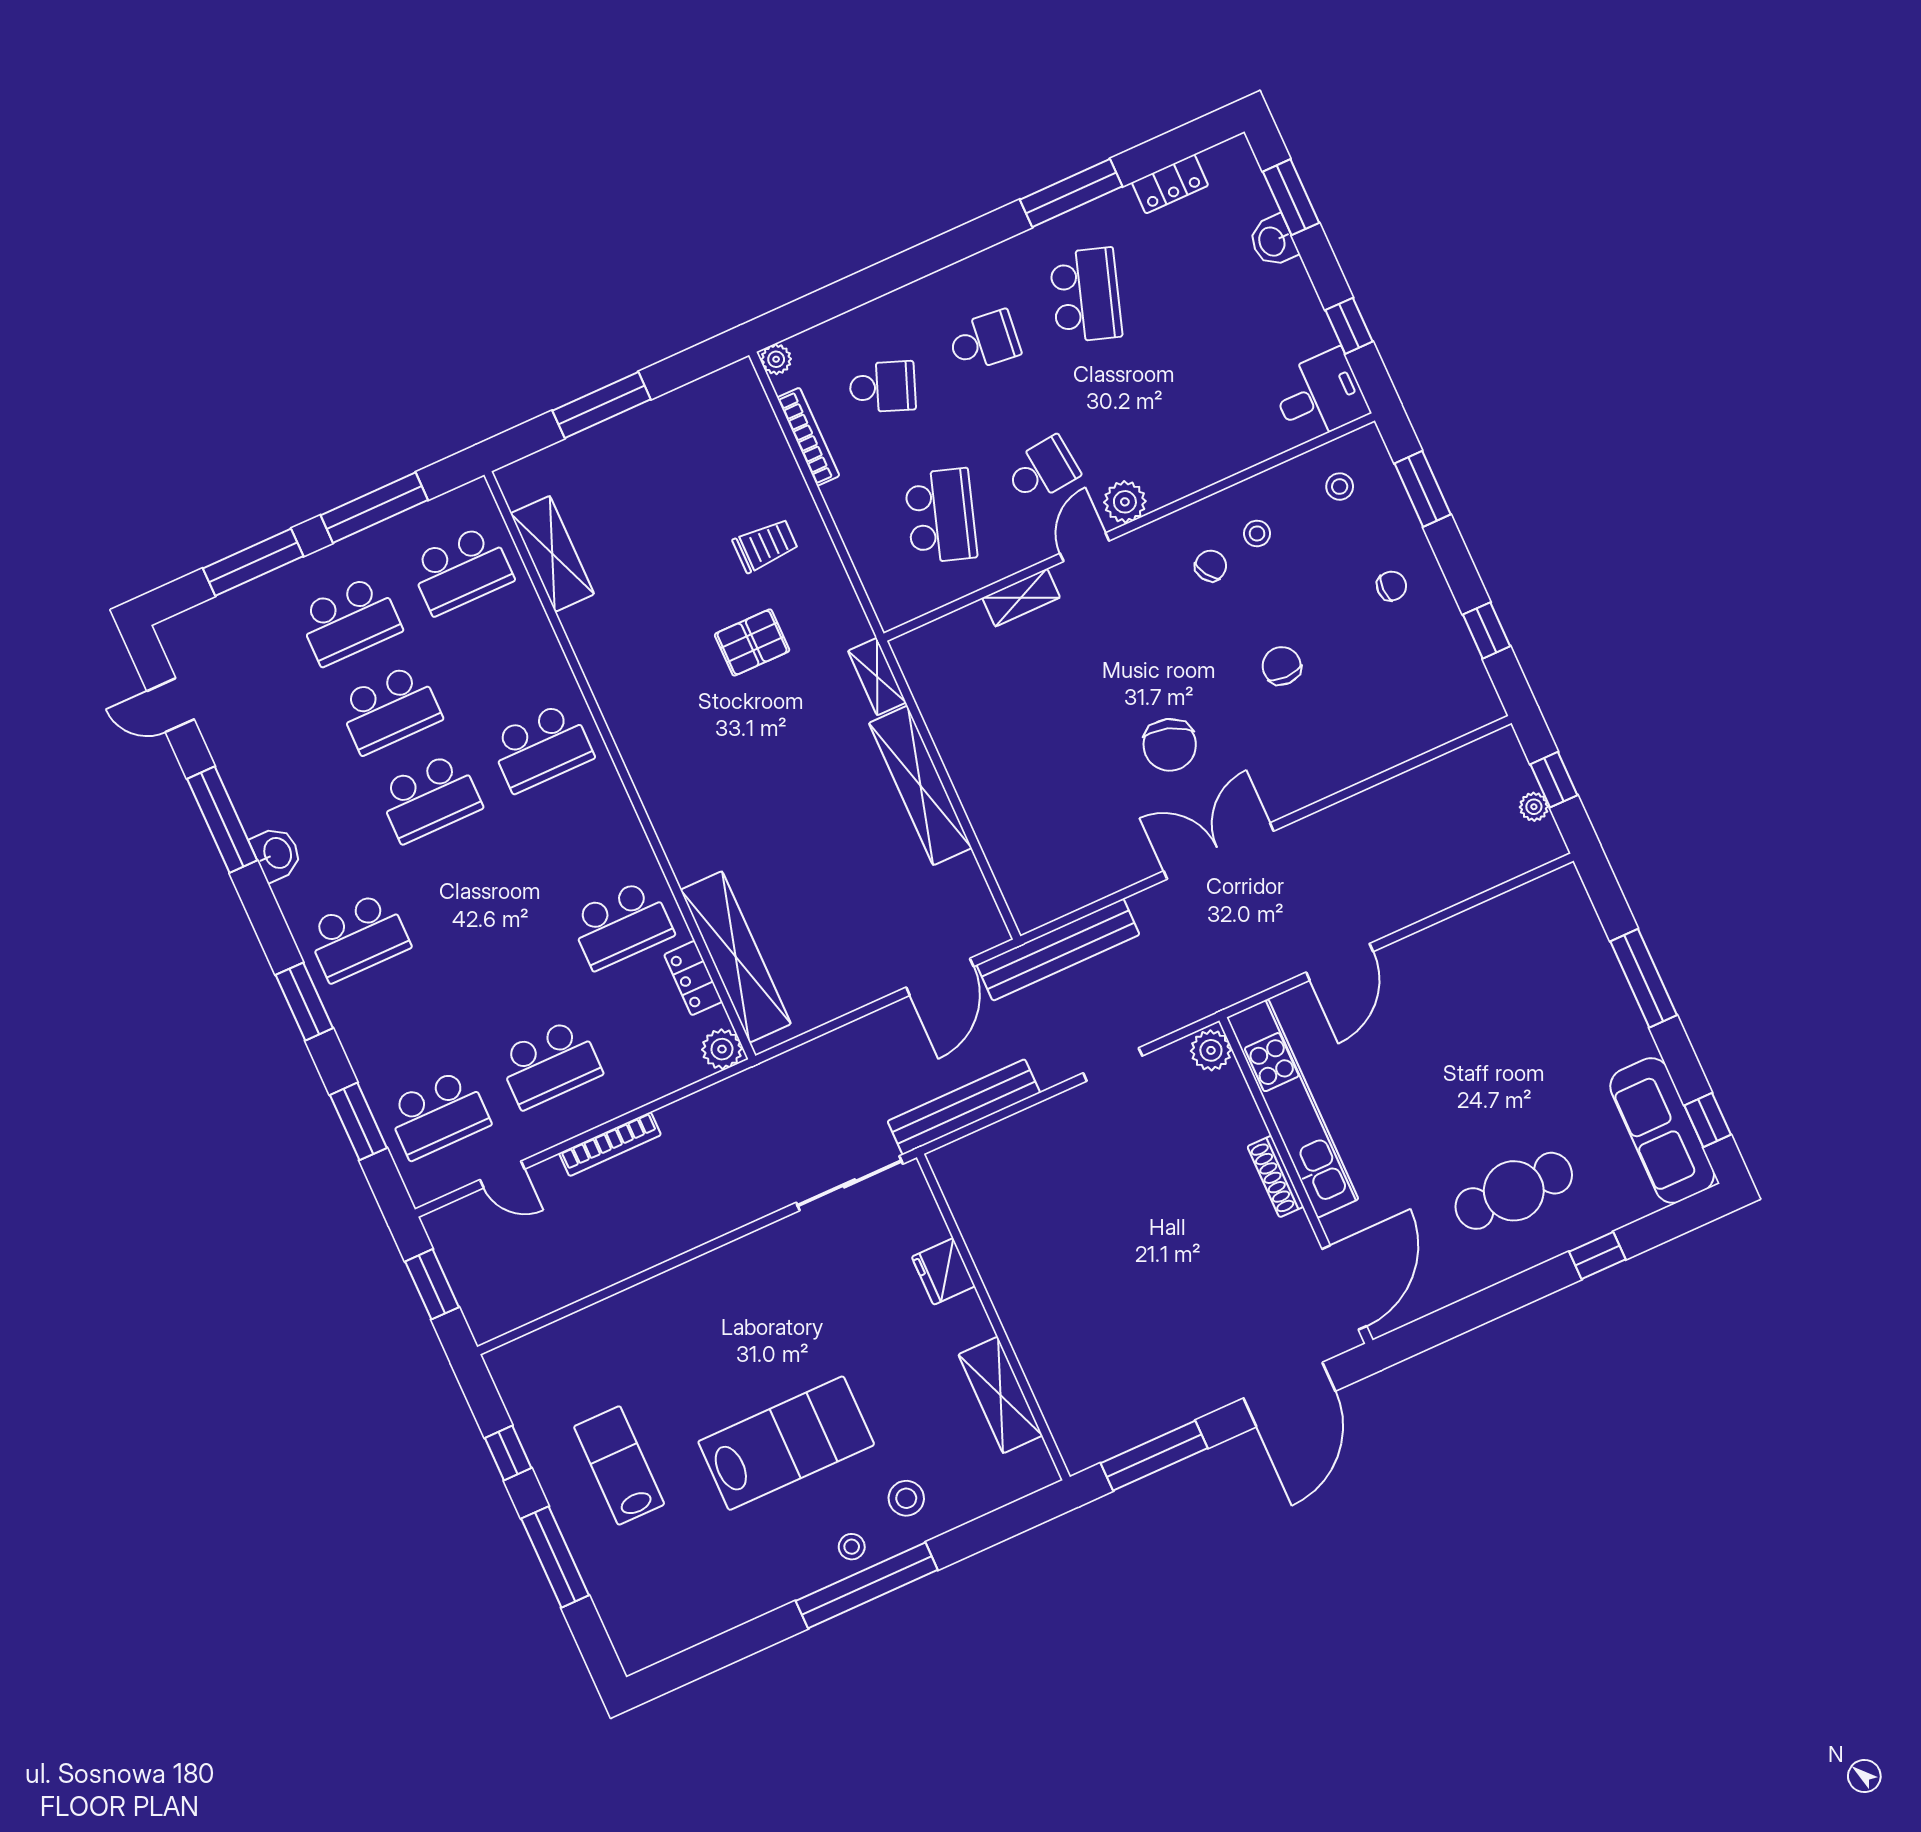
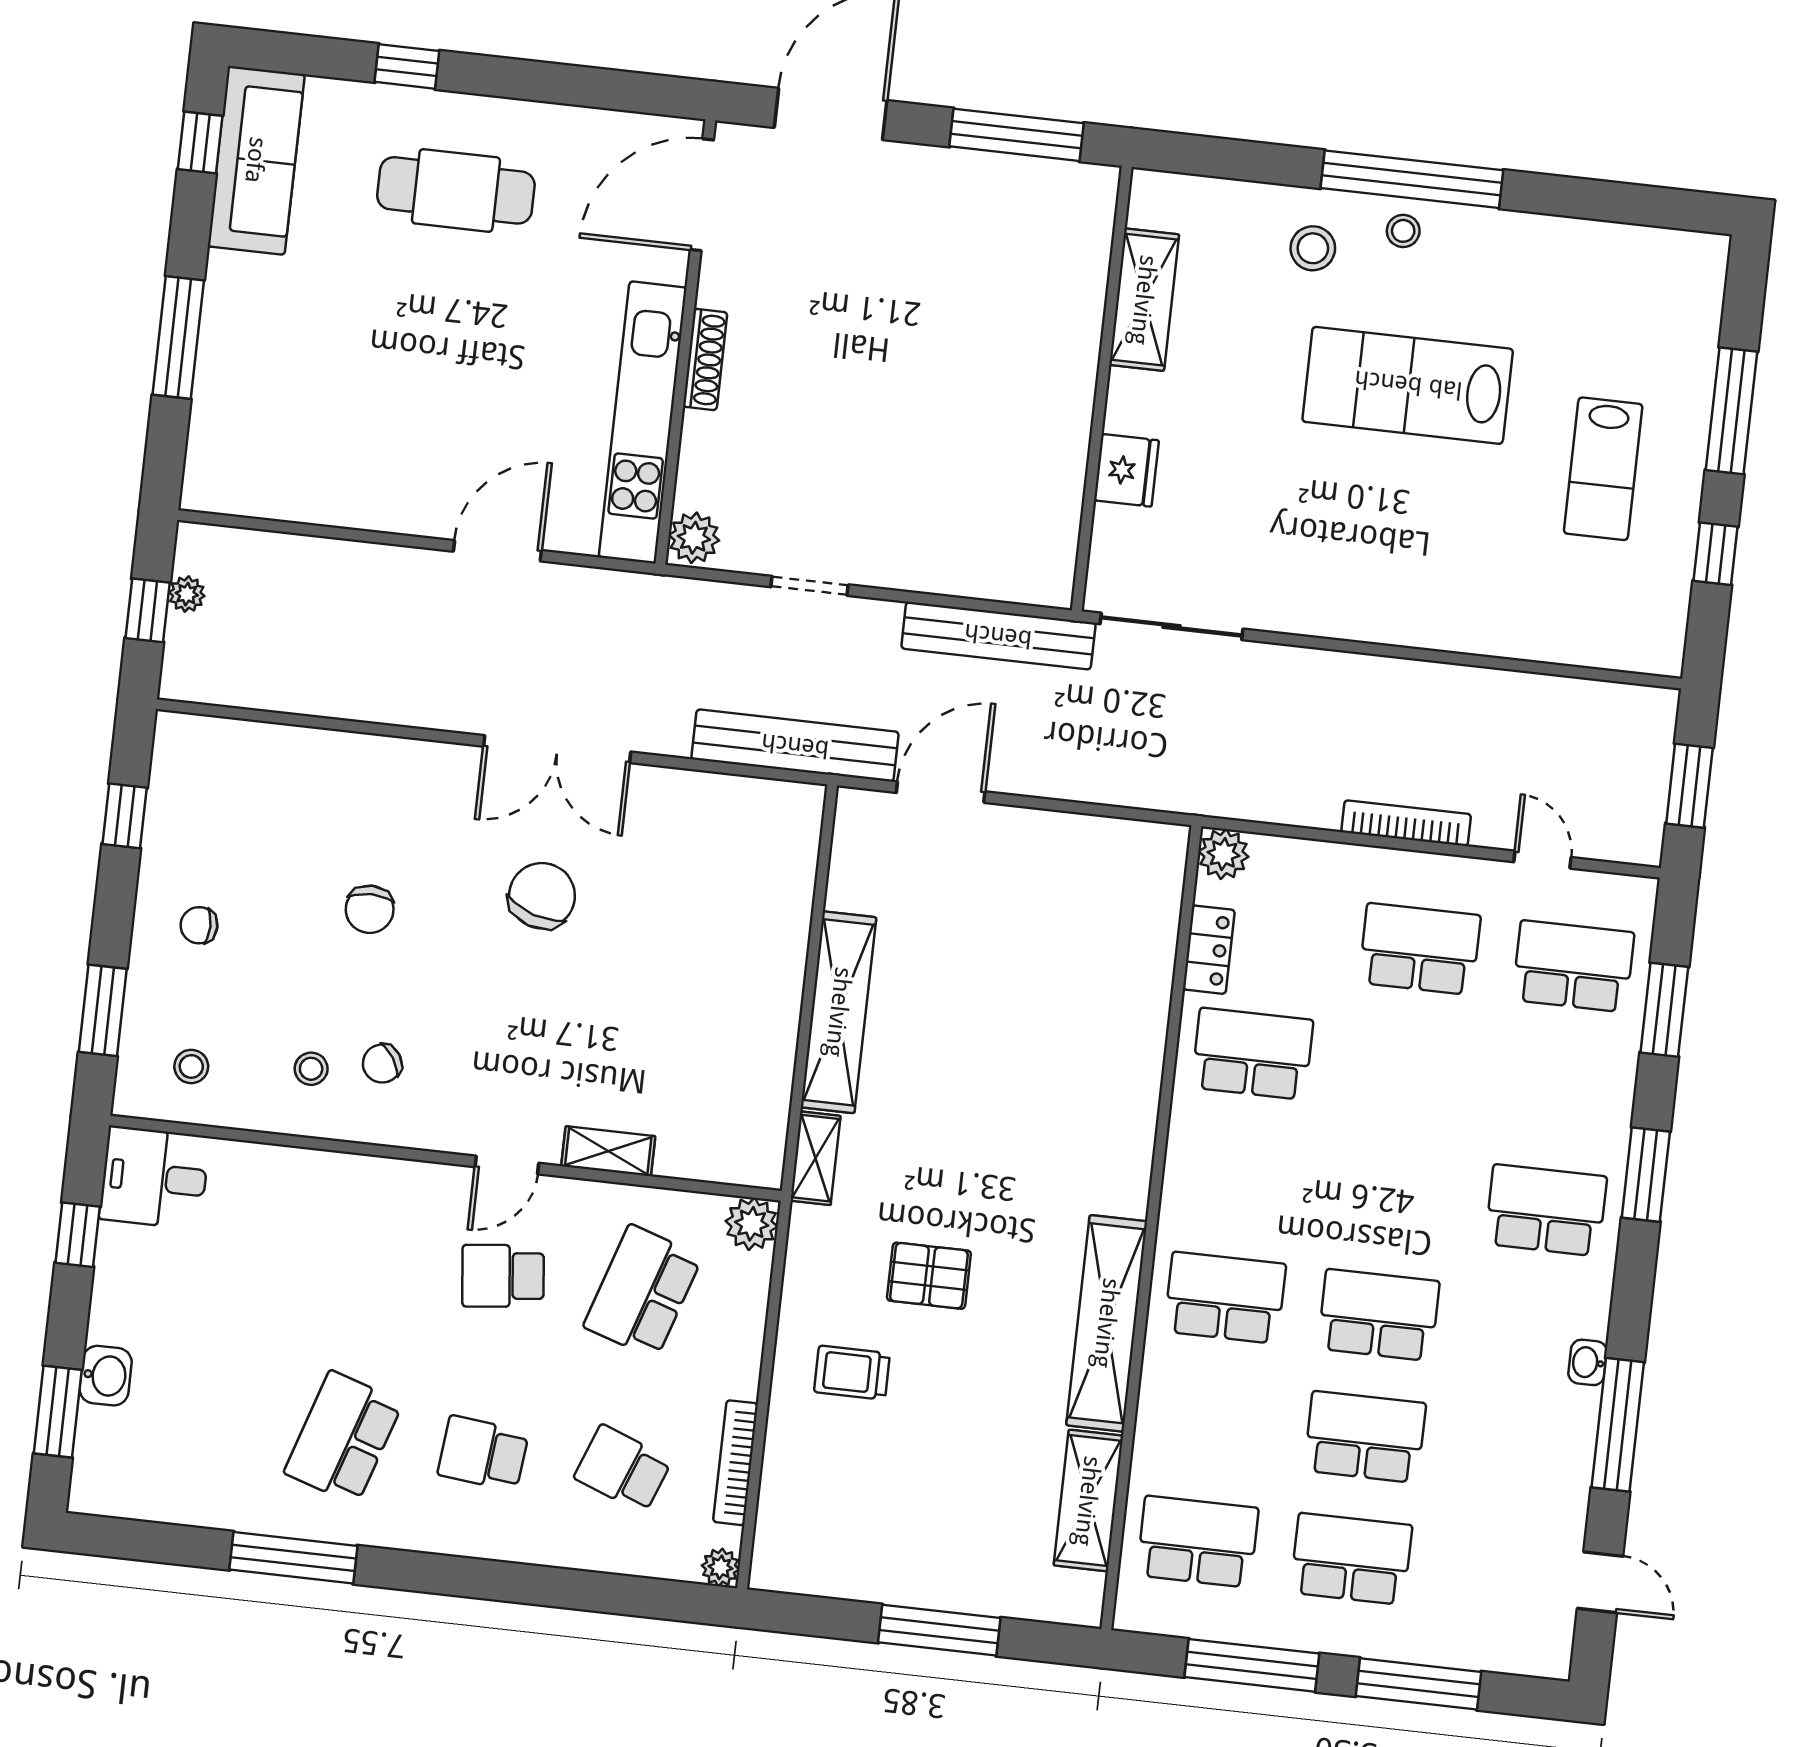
locker: (1170, 184) -> (180, 1504), removed
plant: (1125, 502) -> (752, 1224), moved
washbasin: (277, 853) -> (1588, 1362), width x0.72, depth x0.69
shelving: (736, 957) -> (1107, 1323), moved

